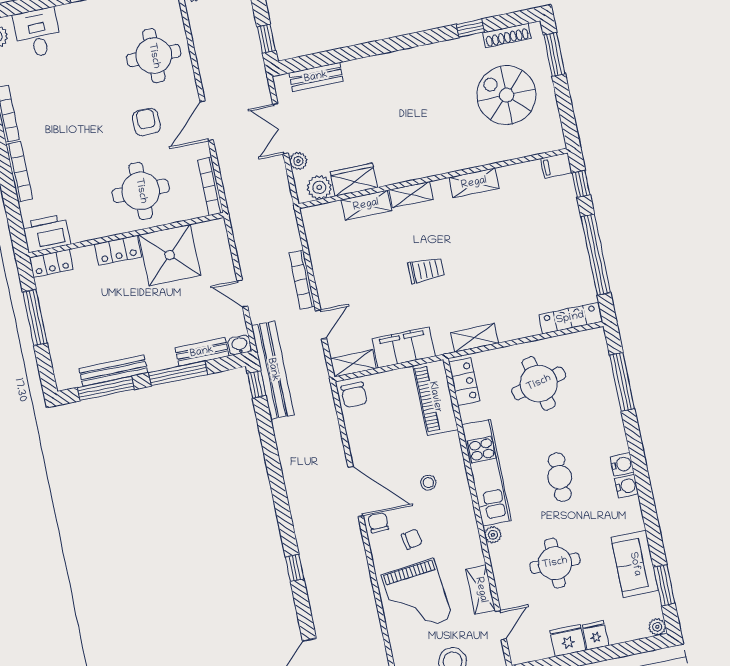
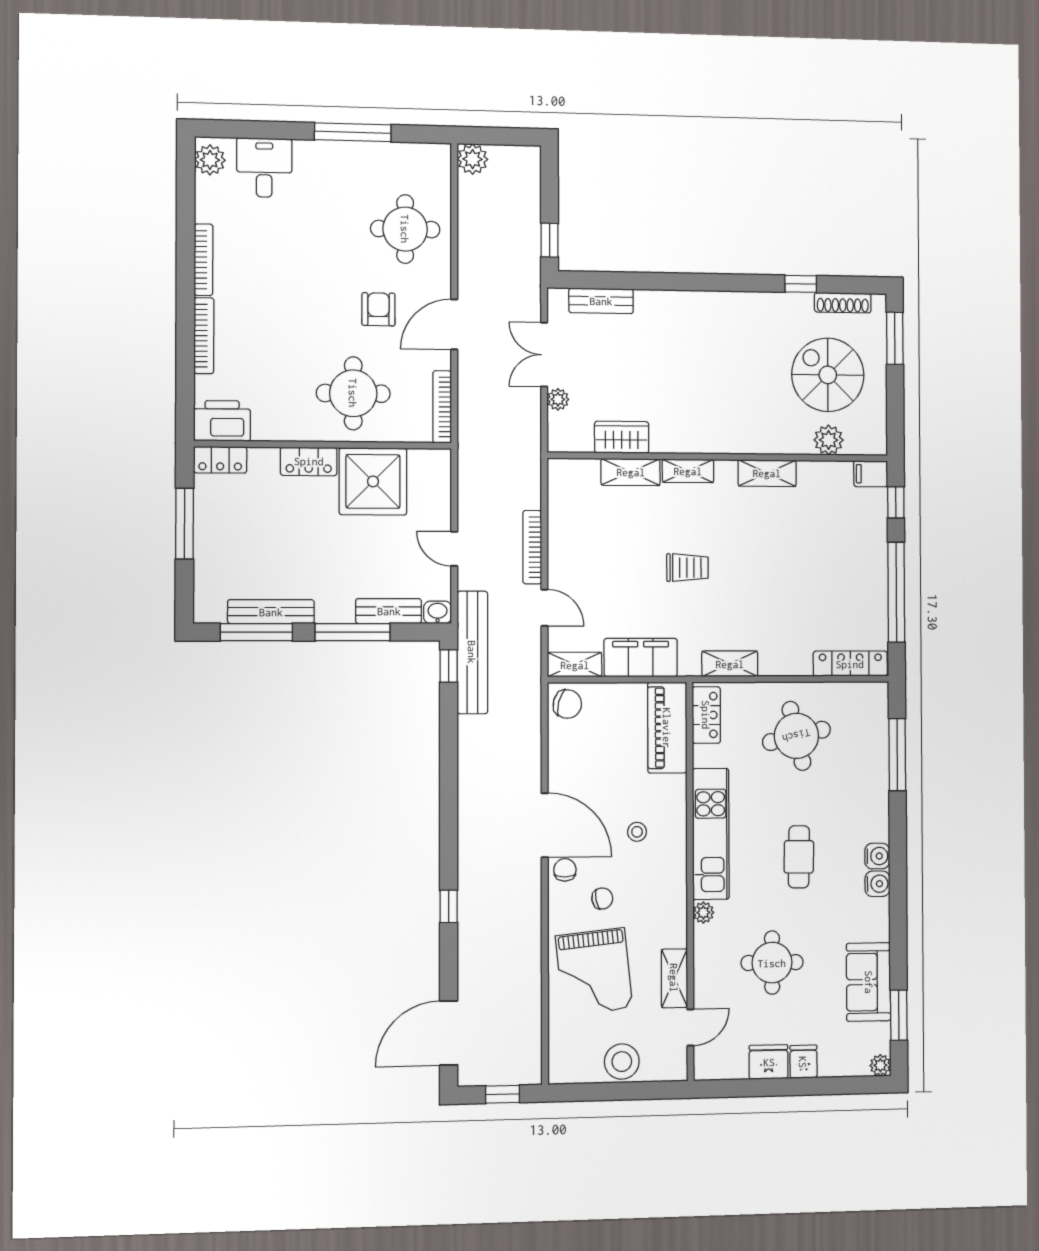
plant: (319, 187) -> (829, 440), moved
door: (321, 324) -> (544, 608), hinge flipped
chair: (354, 395) -> (567, 704), turned -75

